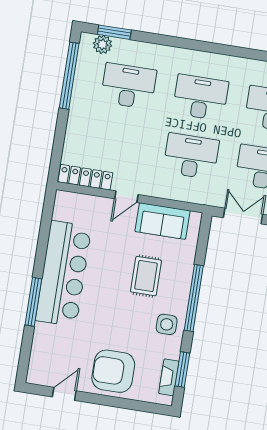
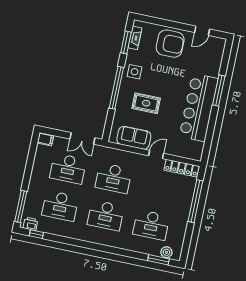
window: (69, 76) -> (195, 201), moved
rug: (146, 276) -> (146, 103), turned 90

